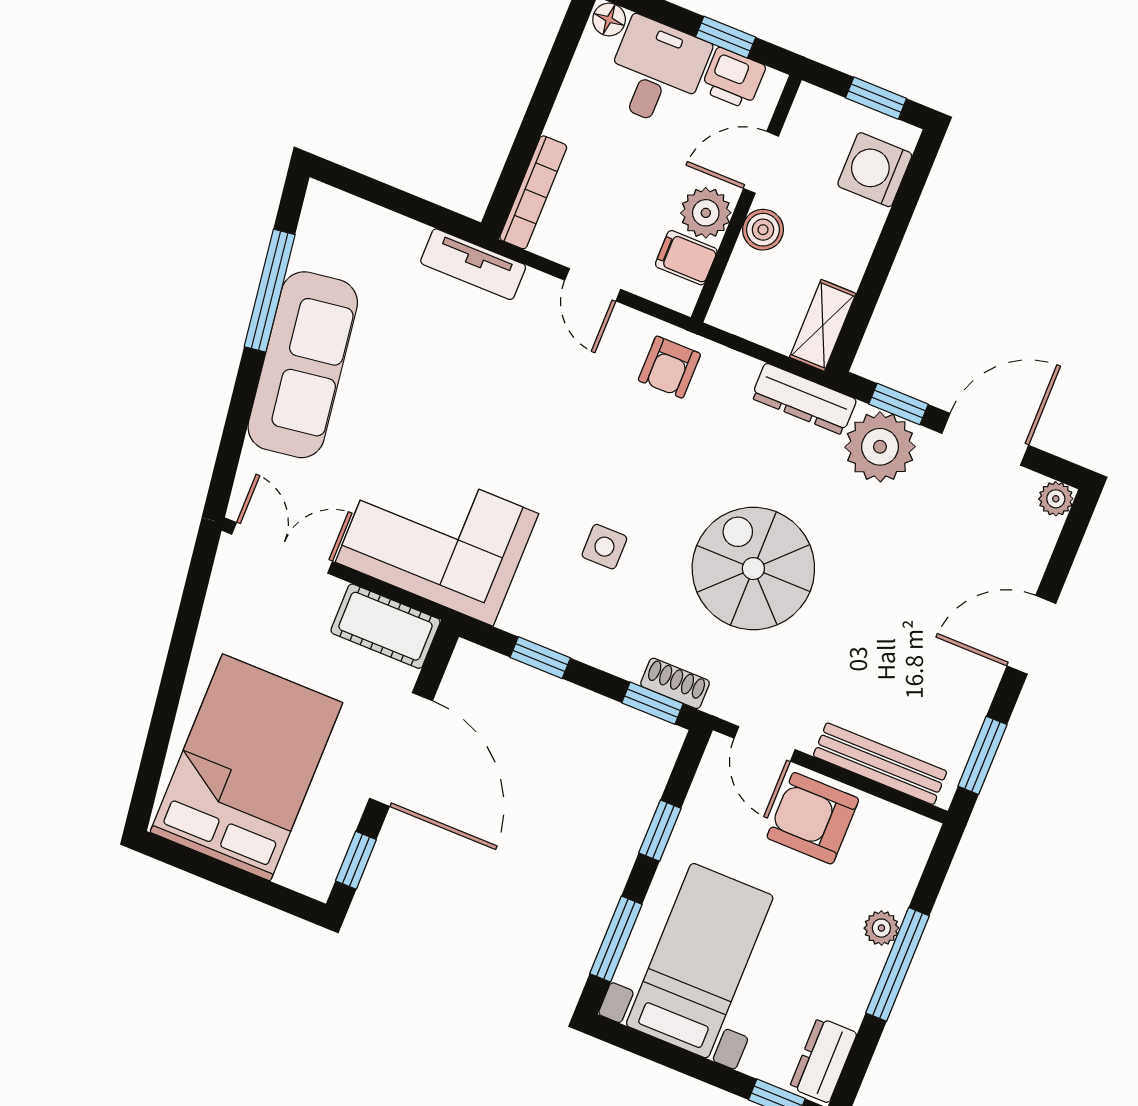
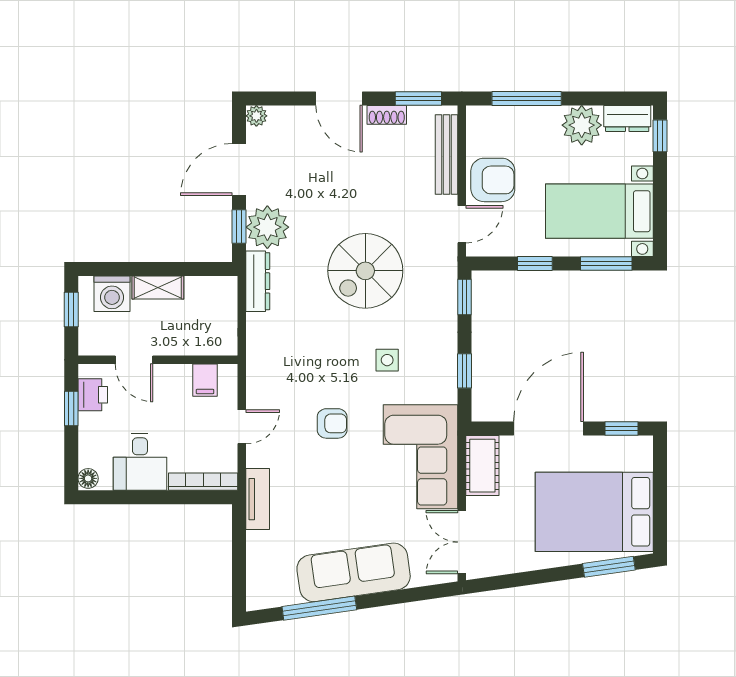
desk: (656, 72) -> (140, 462), moved, turned -90
plant: (706, 213) -> (175, 379), removed
boiler: (763, 230) -> (172, 343), removed
shelving: (823, 325) -> (158, 287), moved
armchair: (669, 367) -> (332, 423), moved
door: (985, 439) -> (239, 169), hinge flipped
shoe rack: (675, 683) -> (387, 115), moved, turned -90
window: (154, 756) -> (609, 567), added
armchair: (813, 818) -> (493, 180), turned -90
plant: (881, 928) -> (582, 125), moved, width x1.88, depth x1.88
window: (898, 964) -> (527, 98), moved

